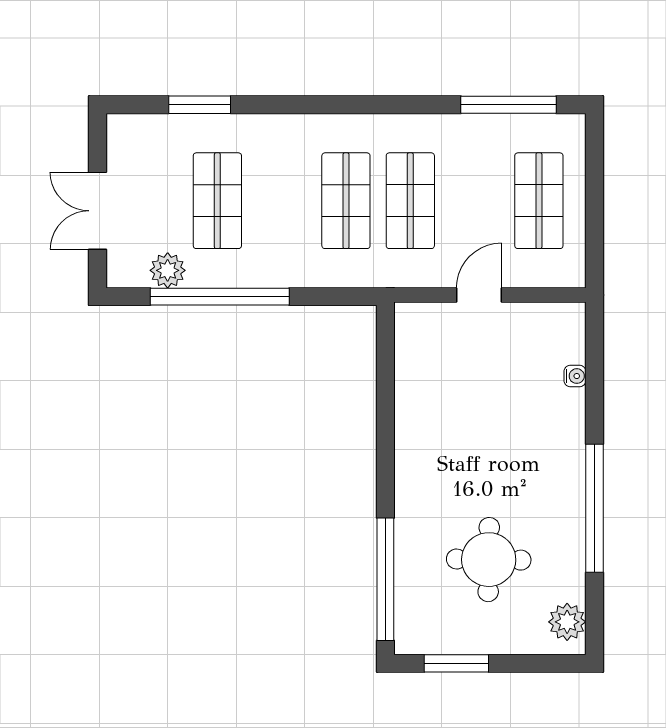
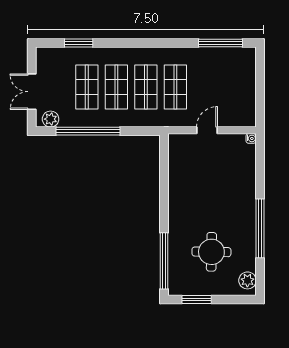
shop shelf: (539, 201) -> (116, 87), moved
plant: (168, 270) -> (51, 119), moved
water cooler: (575, 376) -> (251, 138), moved

